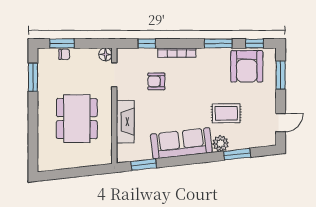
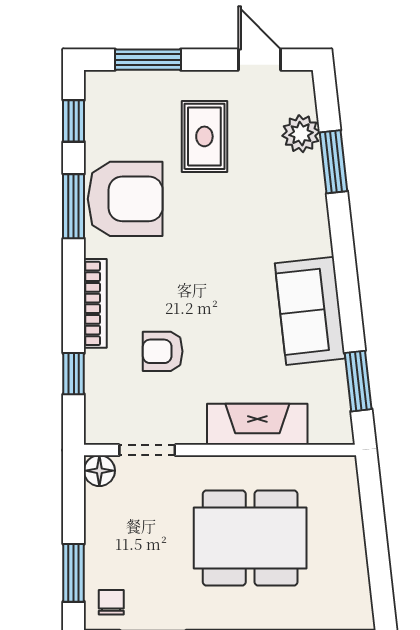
chair: (64, 54) -> (111, 602), moved
armchair: (247, 66) -> (125, 199), moved
armchair: (156, 81) -> (163, 351), turned 90
rug: (226, 113) -> (204, 136), moved
sofa: (181, 143) -> (310, 311), width x0.73
plant: (221, 143) -> (301, 134), moved

